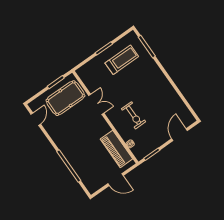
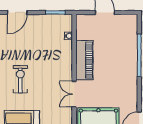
exercise bike: (134, 115) -> (20, 79), moved
piano: (116, 149) -> (84, 60), moved

